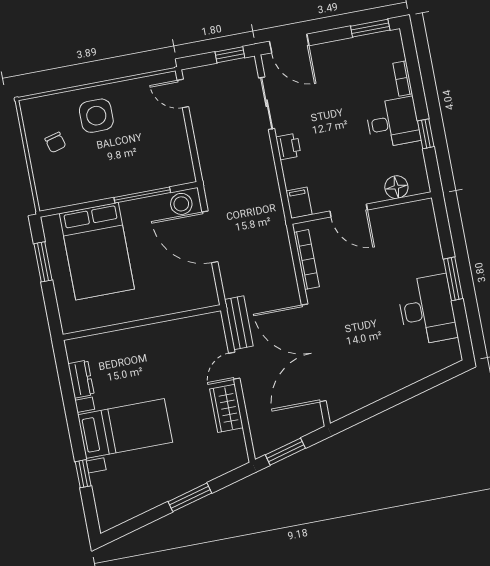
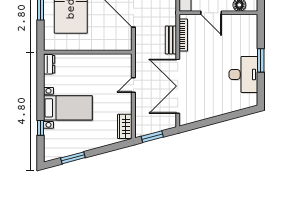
bench: (239, 323) -> (171, 40), moved
dresser: (81, 379) -> (49, 64), moved
wardrobe: (226, 408) -> (125, 126), moved
window: (190, 497) -> (73, 158), moved

